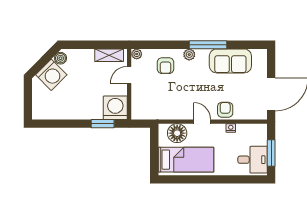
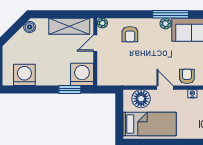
shelving: (109, 55) -> (69, 26), width x1.50, depth x1.33
plant: (189, 55) -> (165, 24), moved
washing machine: (51, 75) -> (24, 75), moved, turned -135

